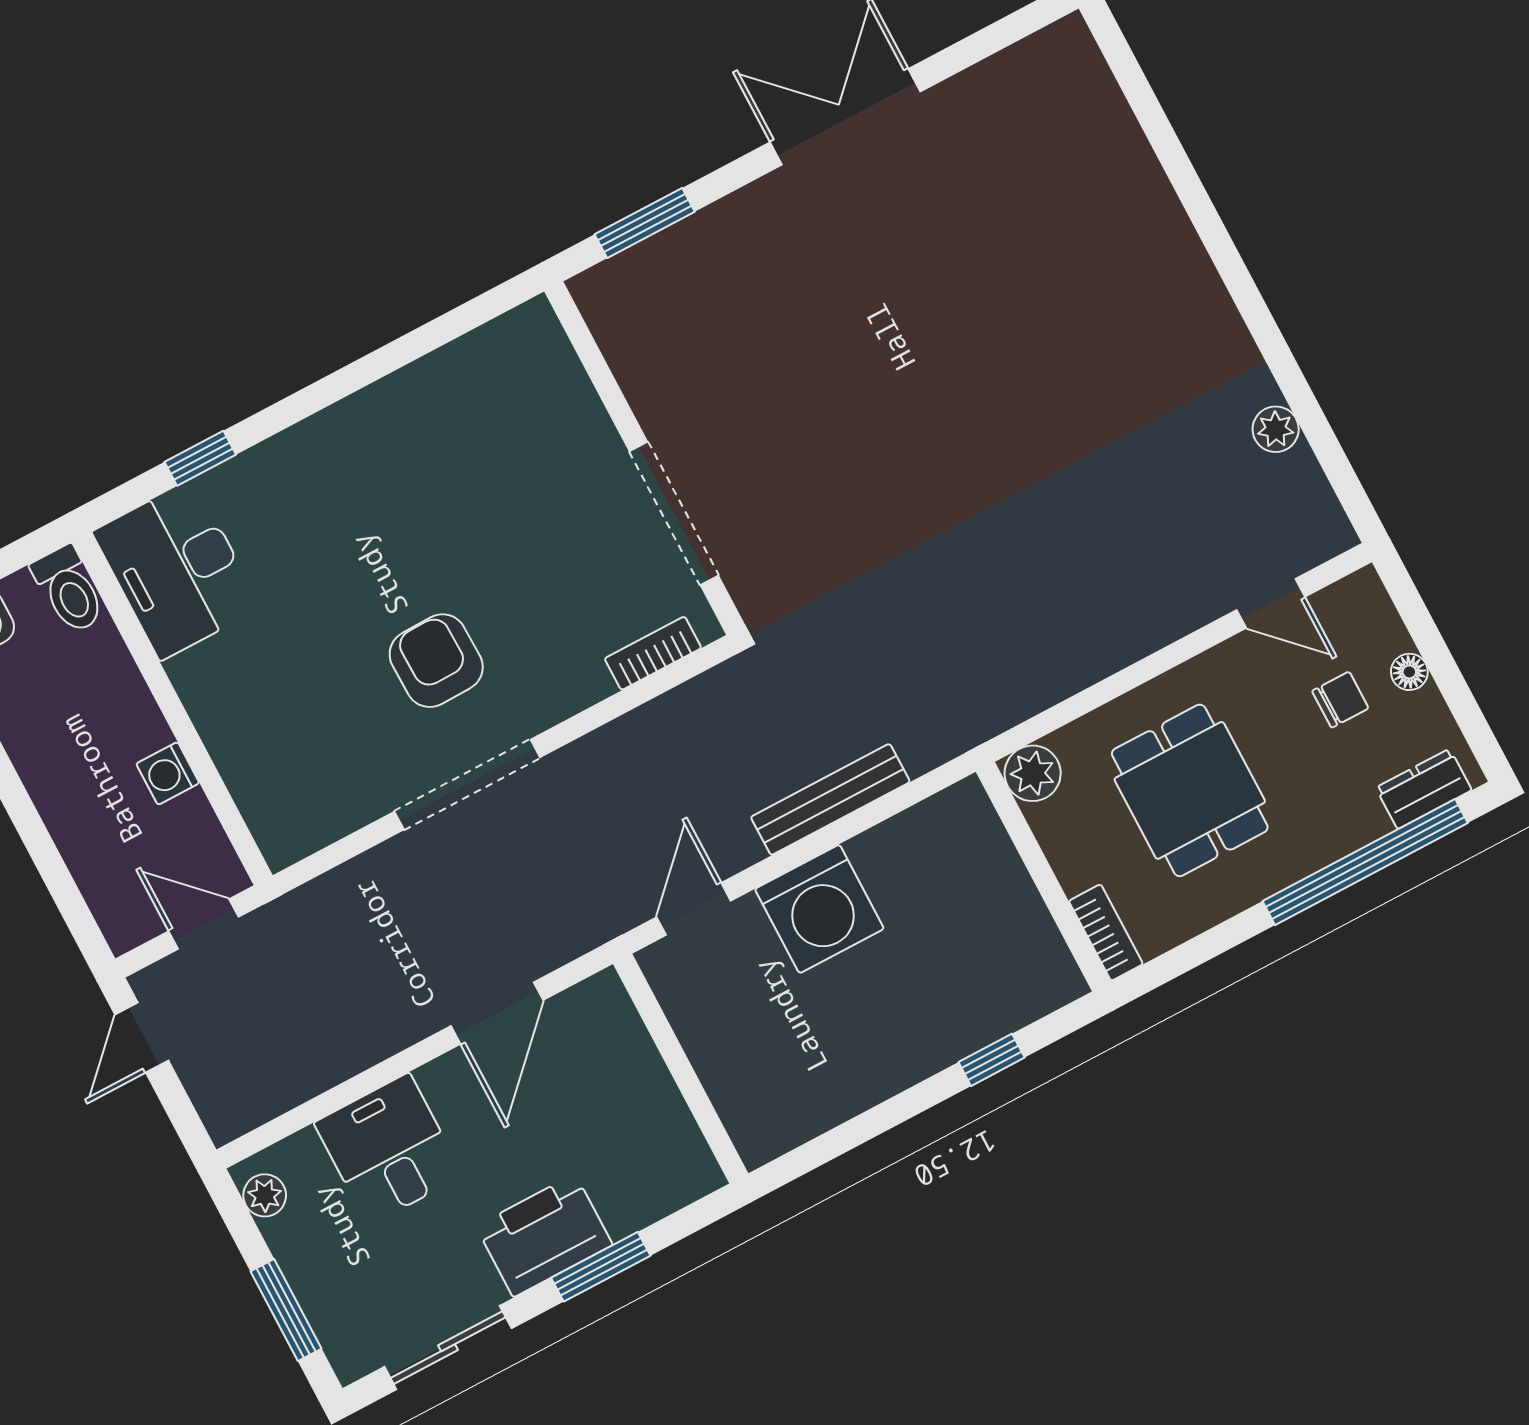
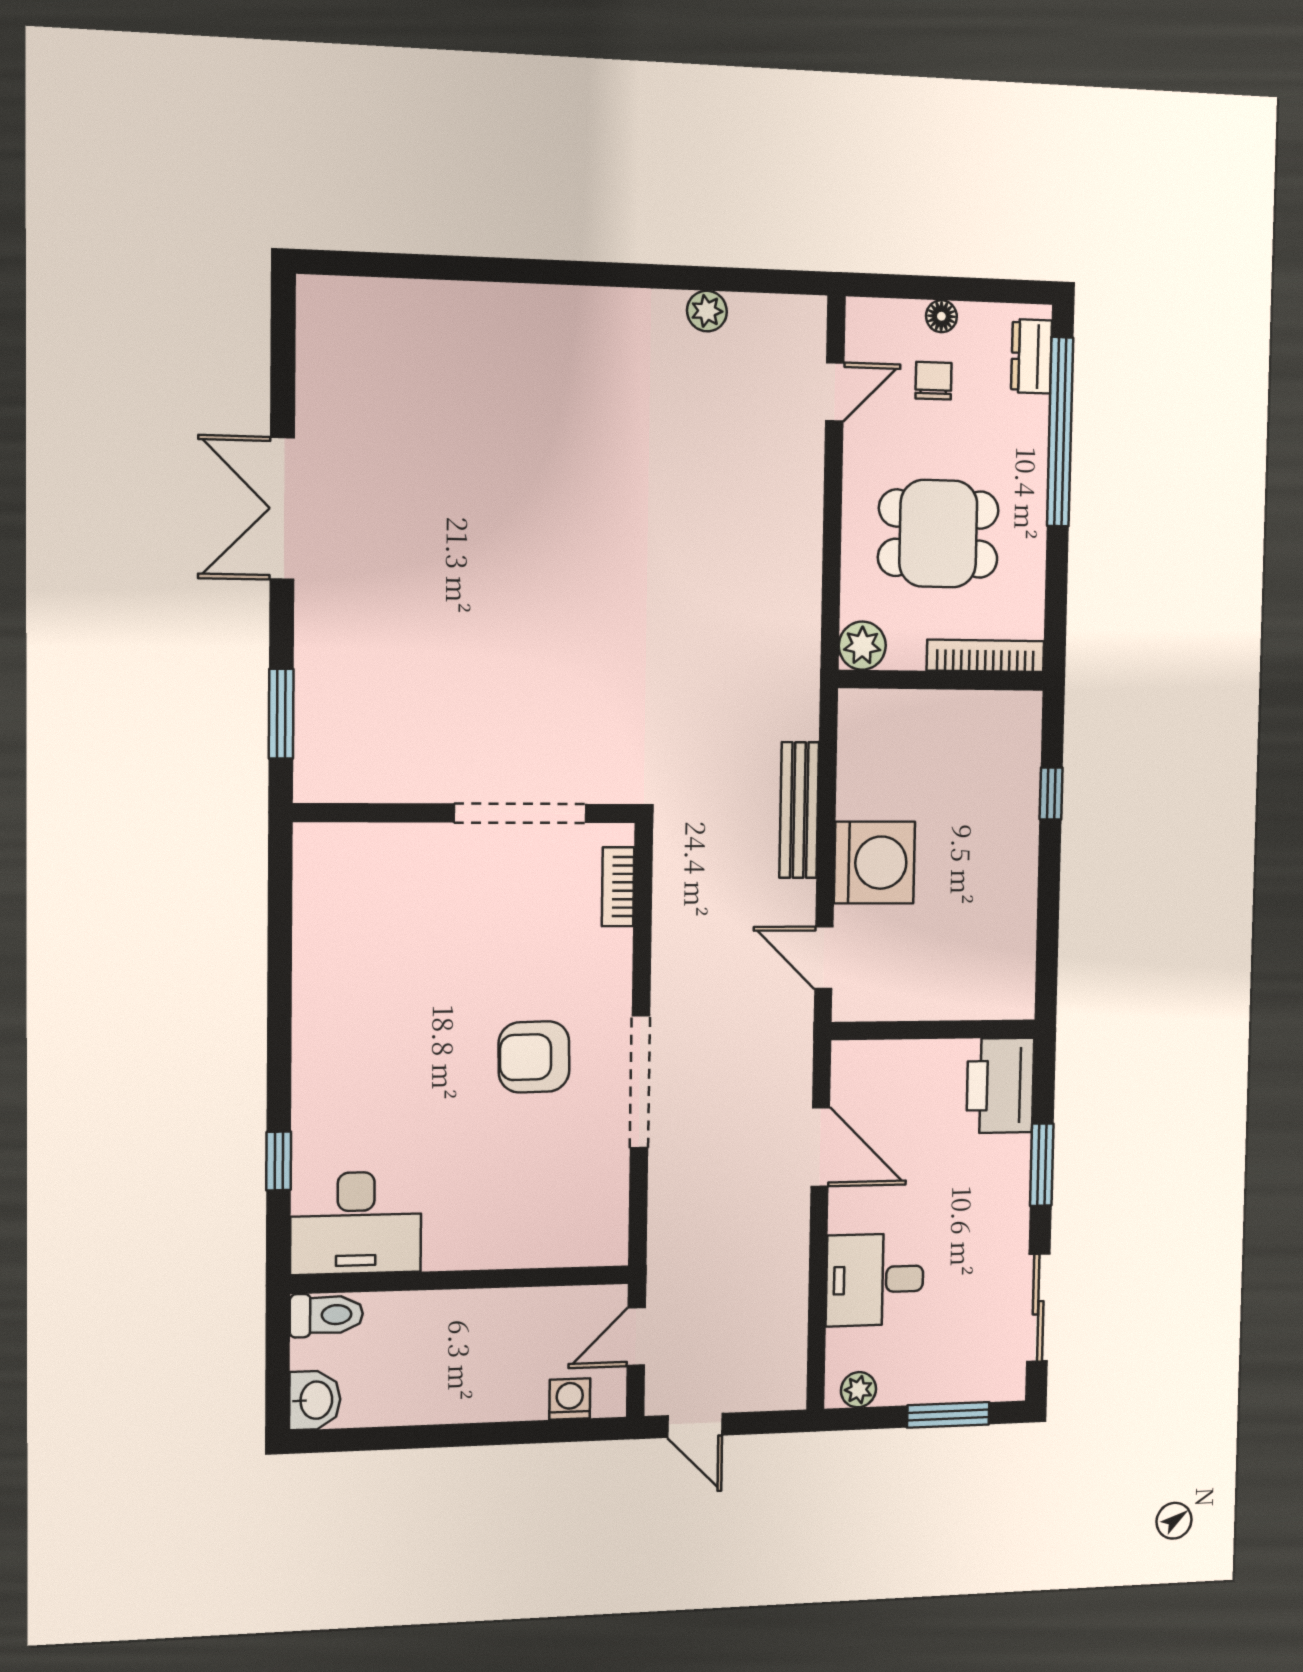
washing machine: (168, 773) -> (570, 1399), moved, turned 180
bookcase: (1106, 932) -> (985, 656), width x1.56
printer: (544, 1235) -> (1000, 1085), moved

